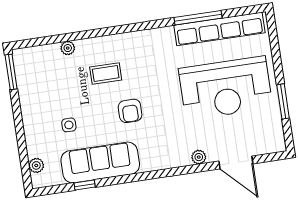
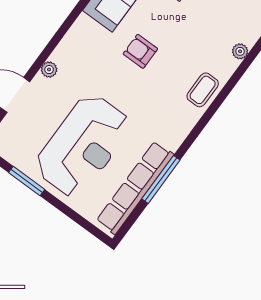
coffee table: (106, 73) -> (203, 90), moved
reception desk: (226, 88) -> (83, 146), turned 180

